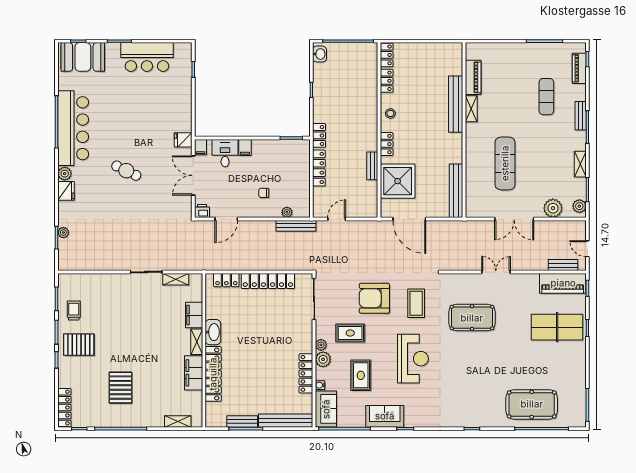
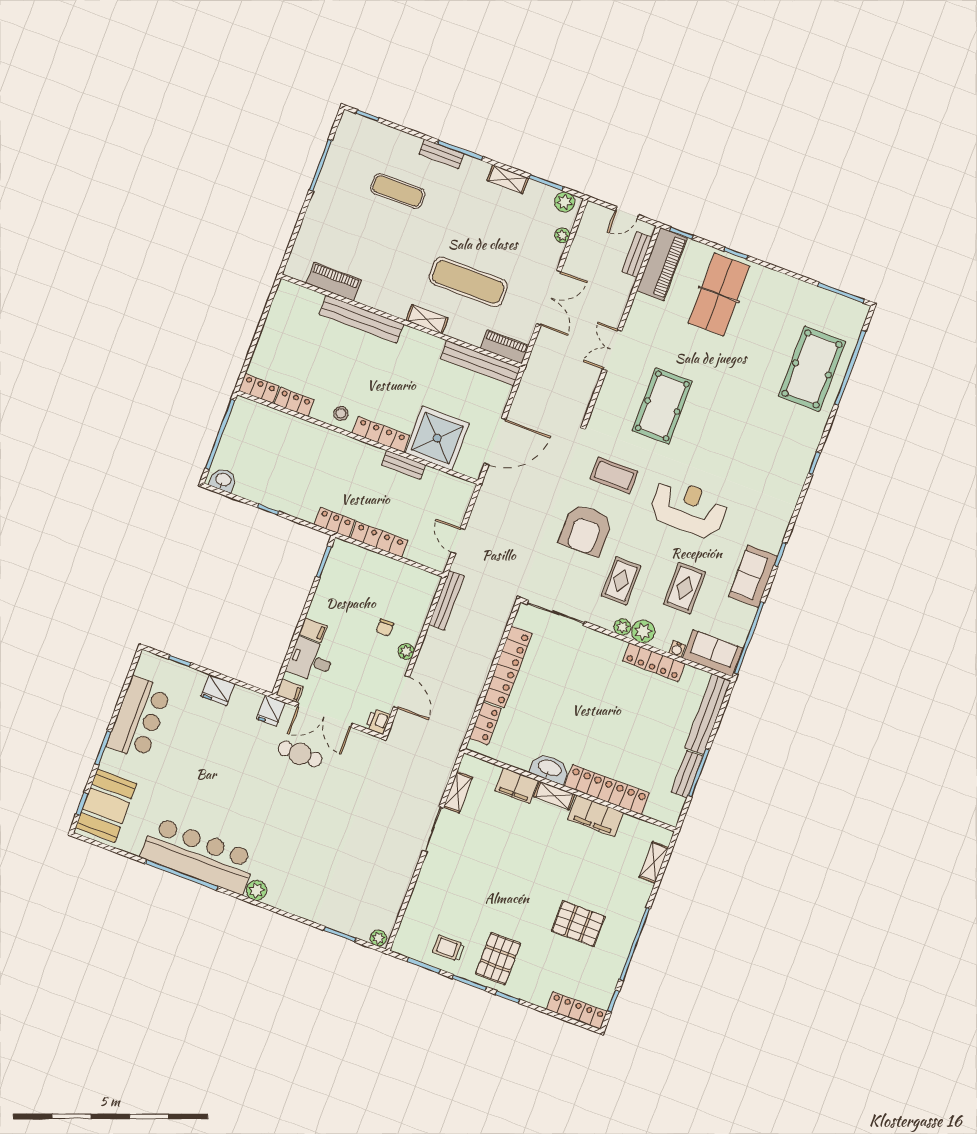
piano: (579, 68) -> (505, 347), moved, turned 180
shelving: (471, 109) -> (427, 319), moved
locker: (387, 144) -> (381, 434), width x1.53
cafe table: (126, 171) -> (300, 754), moved, turned 64
fridge: (66, 191) -> (218, 690), moved, turned 180
plant: (553, 208) -> (562, 235), width x0.53, depth x0.53
plant: (287, 212) -> (406, 651), moved
plant: (63, 233) -> (378, 938), moved
rug: (361, 375) -> (684, 588), turned 90

